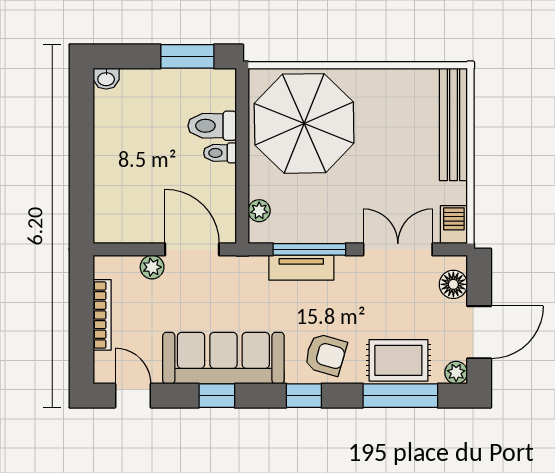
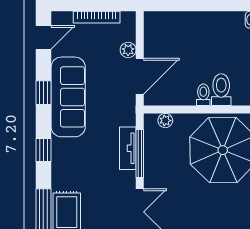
armchair: (326, 355) -> (70, 164), removed

